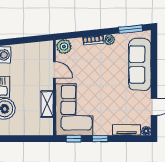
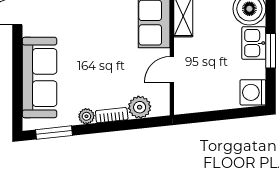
plant: (64, 47) -> (140, 107), moved
door: (54, 70) -> (172, 69), hinge flipped

